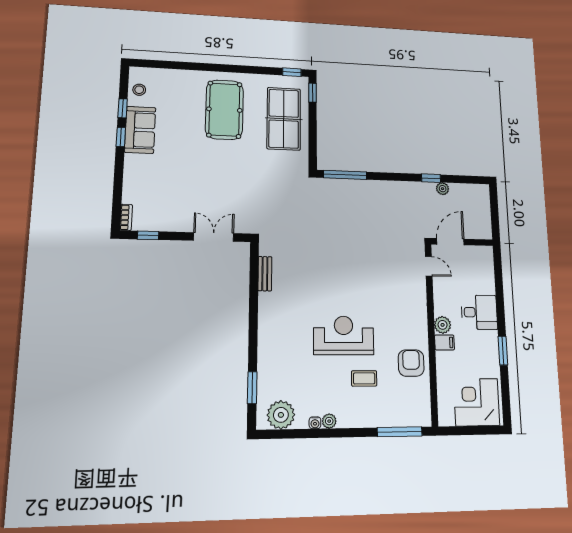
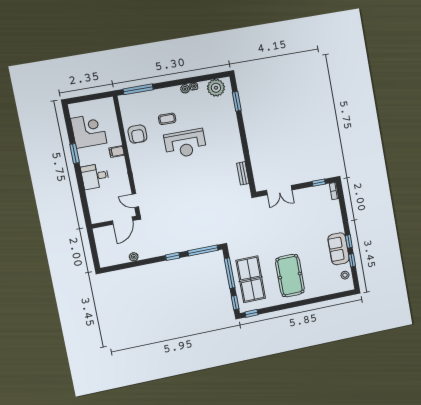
window: (313, 135) -> (230, 273), added
window: (431, 178) -> (173, 256), moved
plant: (443, 325) -> (120, 163), removed
corner desk: (477, 402) -> (89, 131), moved, turned -90

